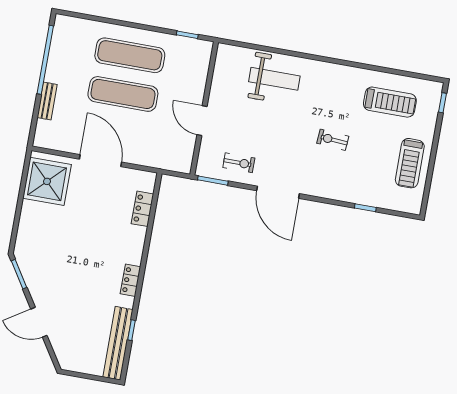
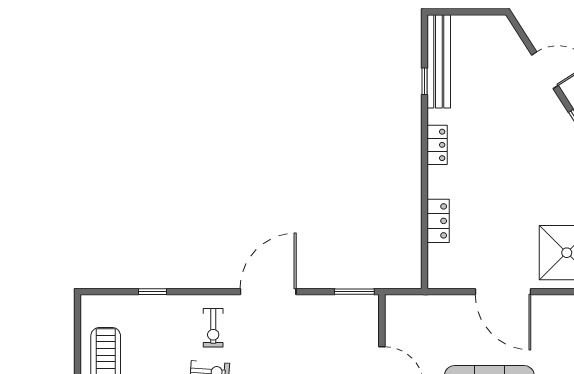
exercise bike: (239, 163) -> (213, 328), moved, turned -90
door: (278, 192) -> (268, 292), hinge flipped
locker: (142, 209) -> (438, 221), moved

